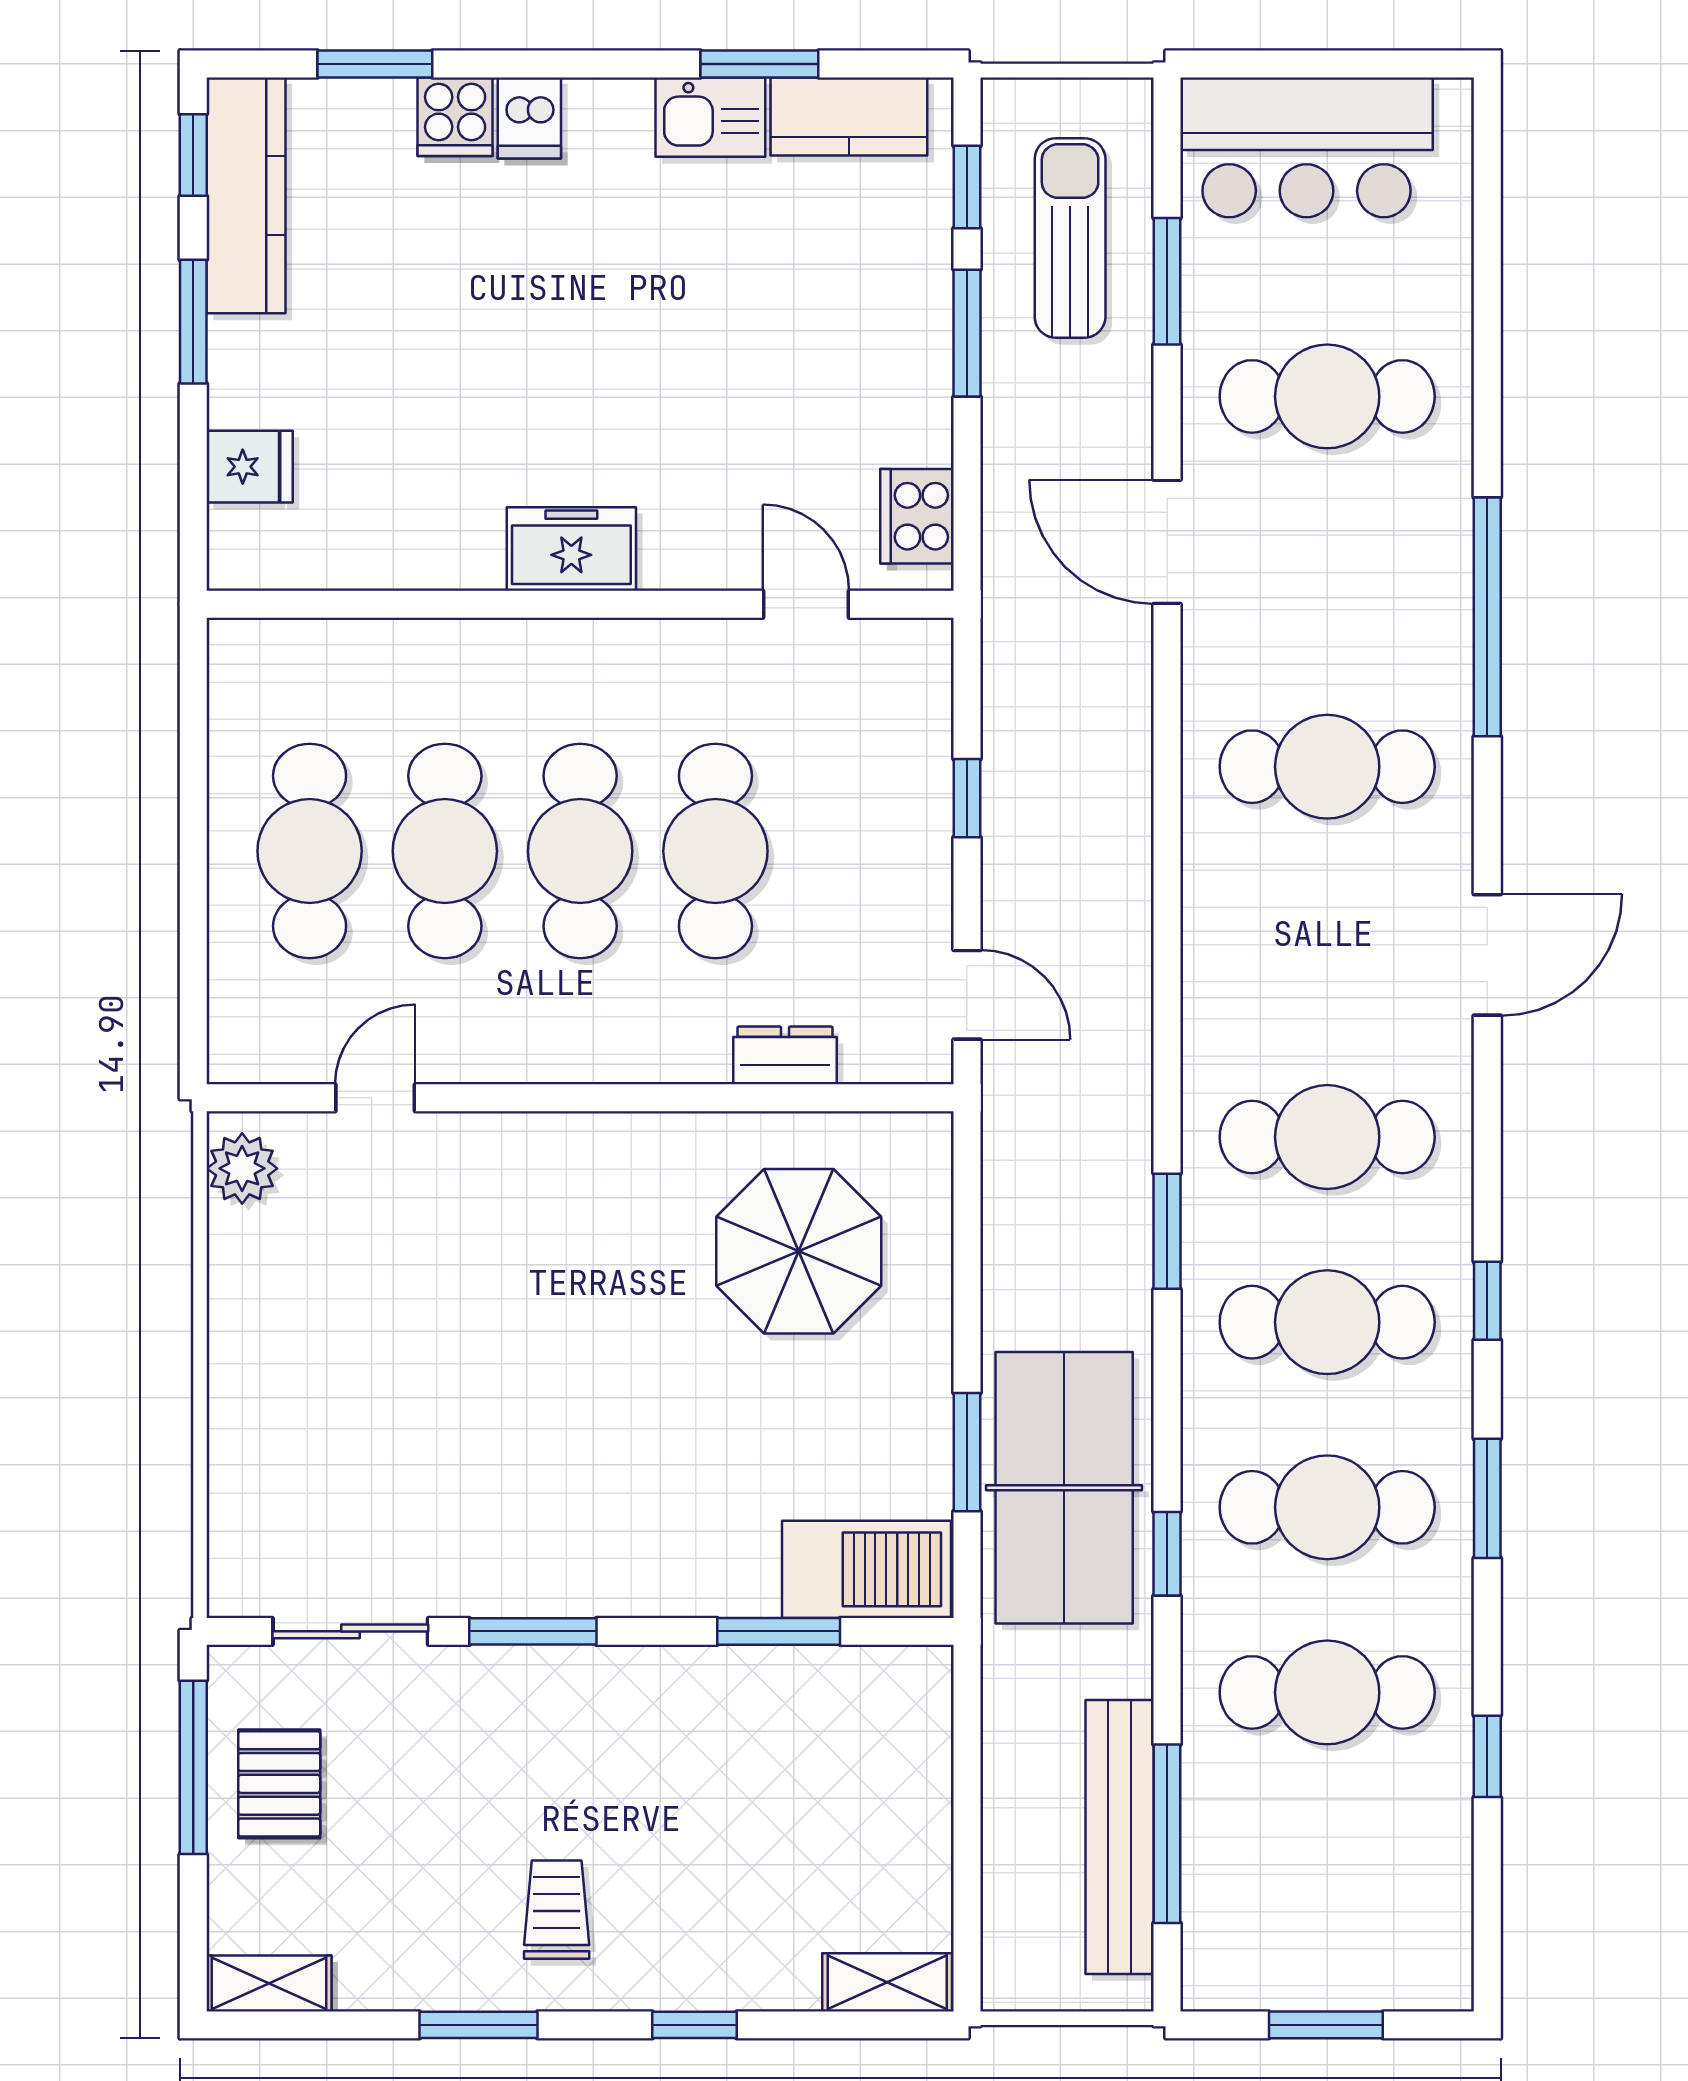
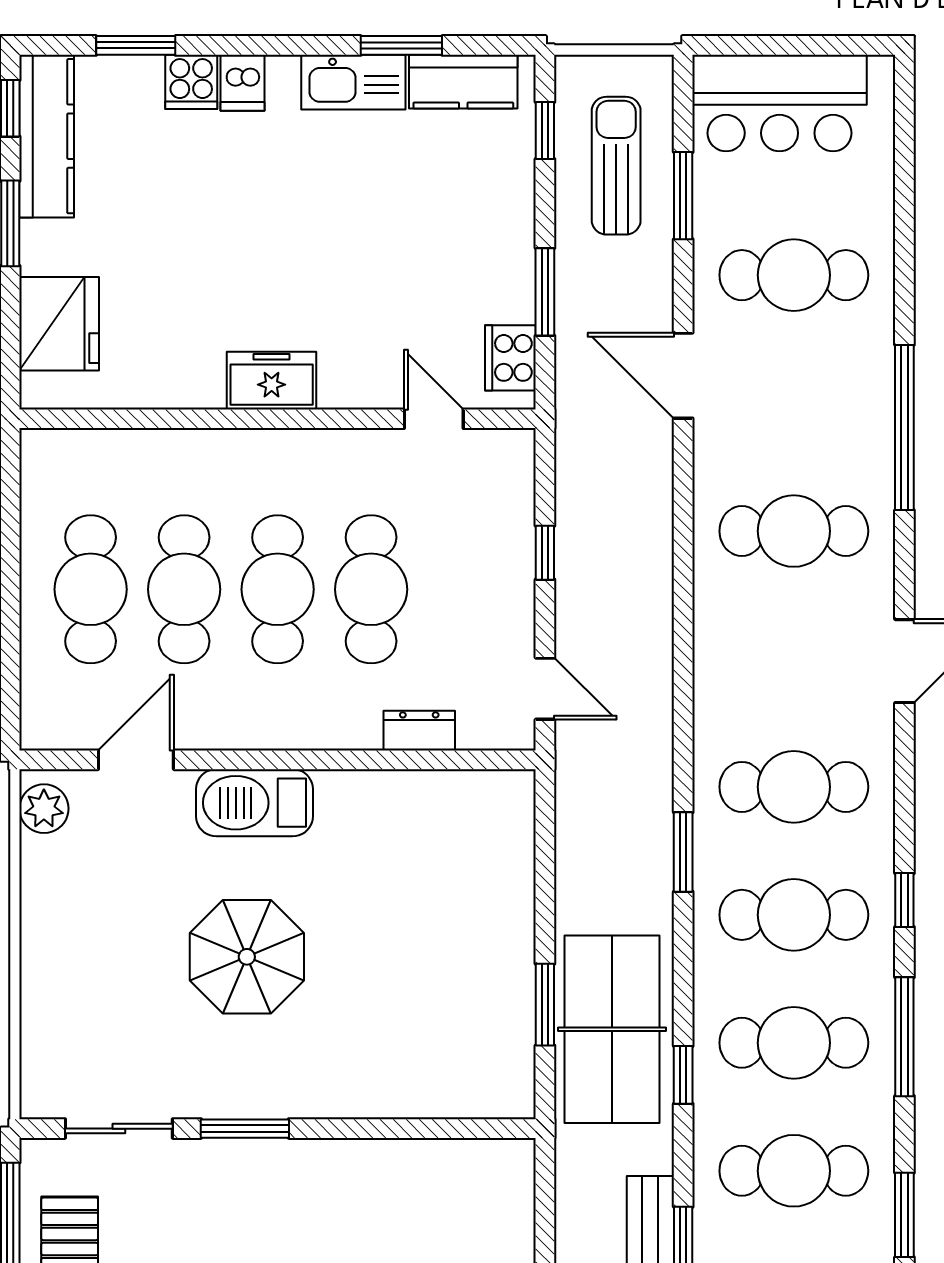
kitchen sink: (710, 117) -> (353, 82), width x1.38
window: (967, 333) -> (545, 292), moved
fridge: (250, 467) -> (59, 324), width x1.88, depth x1.34
door: (375, 1098) -> (136, 760), width x1.37
parasol: (799, 1251) -> (247, 957), moved
window: (1487, 1498) -> (904, 1037), width x1.44
barbecue: (866, 1569) -> (254, 803), moved, turned 180
window: (779, 1631) -> (415, 1129), removed
window: (1487, 1756) -> (904, 1215), width x1.50

